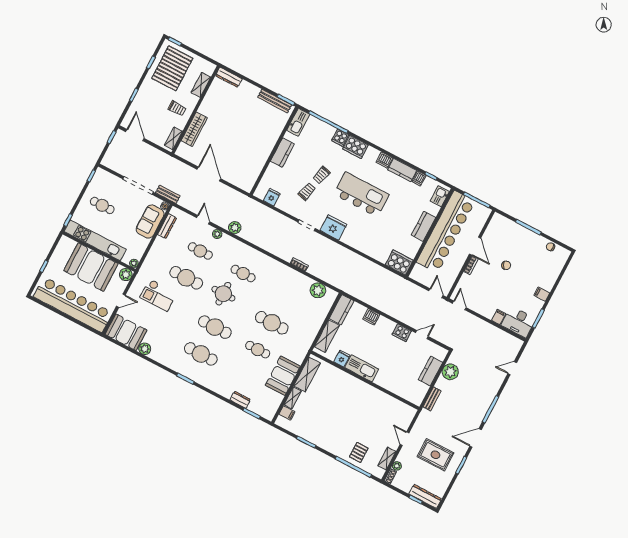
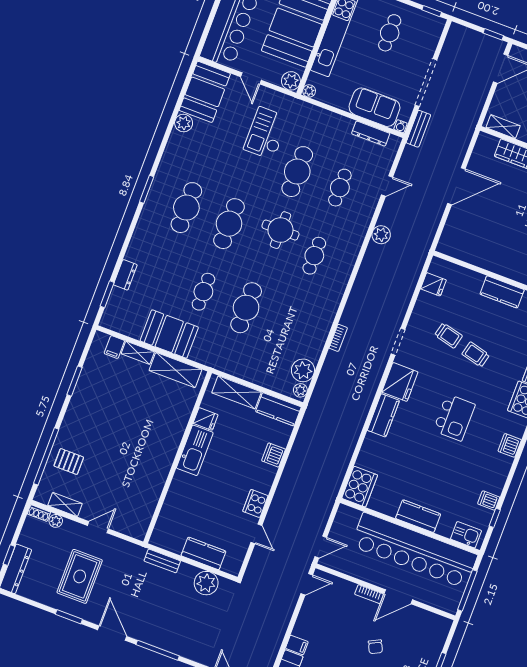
kitchen counter: (402, 170) -> (383, 415), moved, turned 180
kitchen island: (361, 194) -> (454, 418), width x0.54, depth x0.78
plant: (217, 234) -> (300, 390), moved

